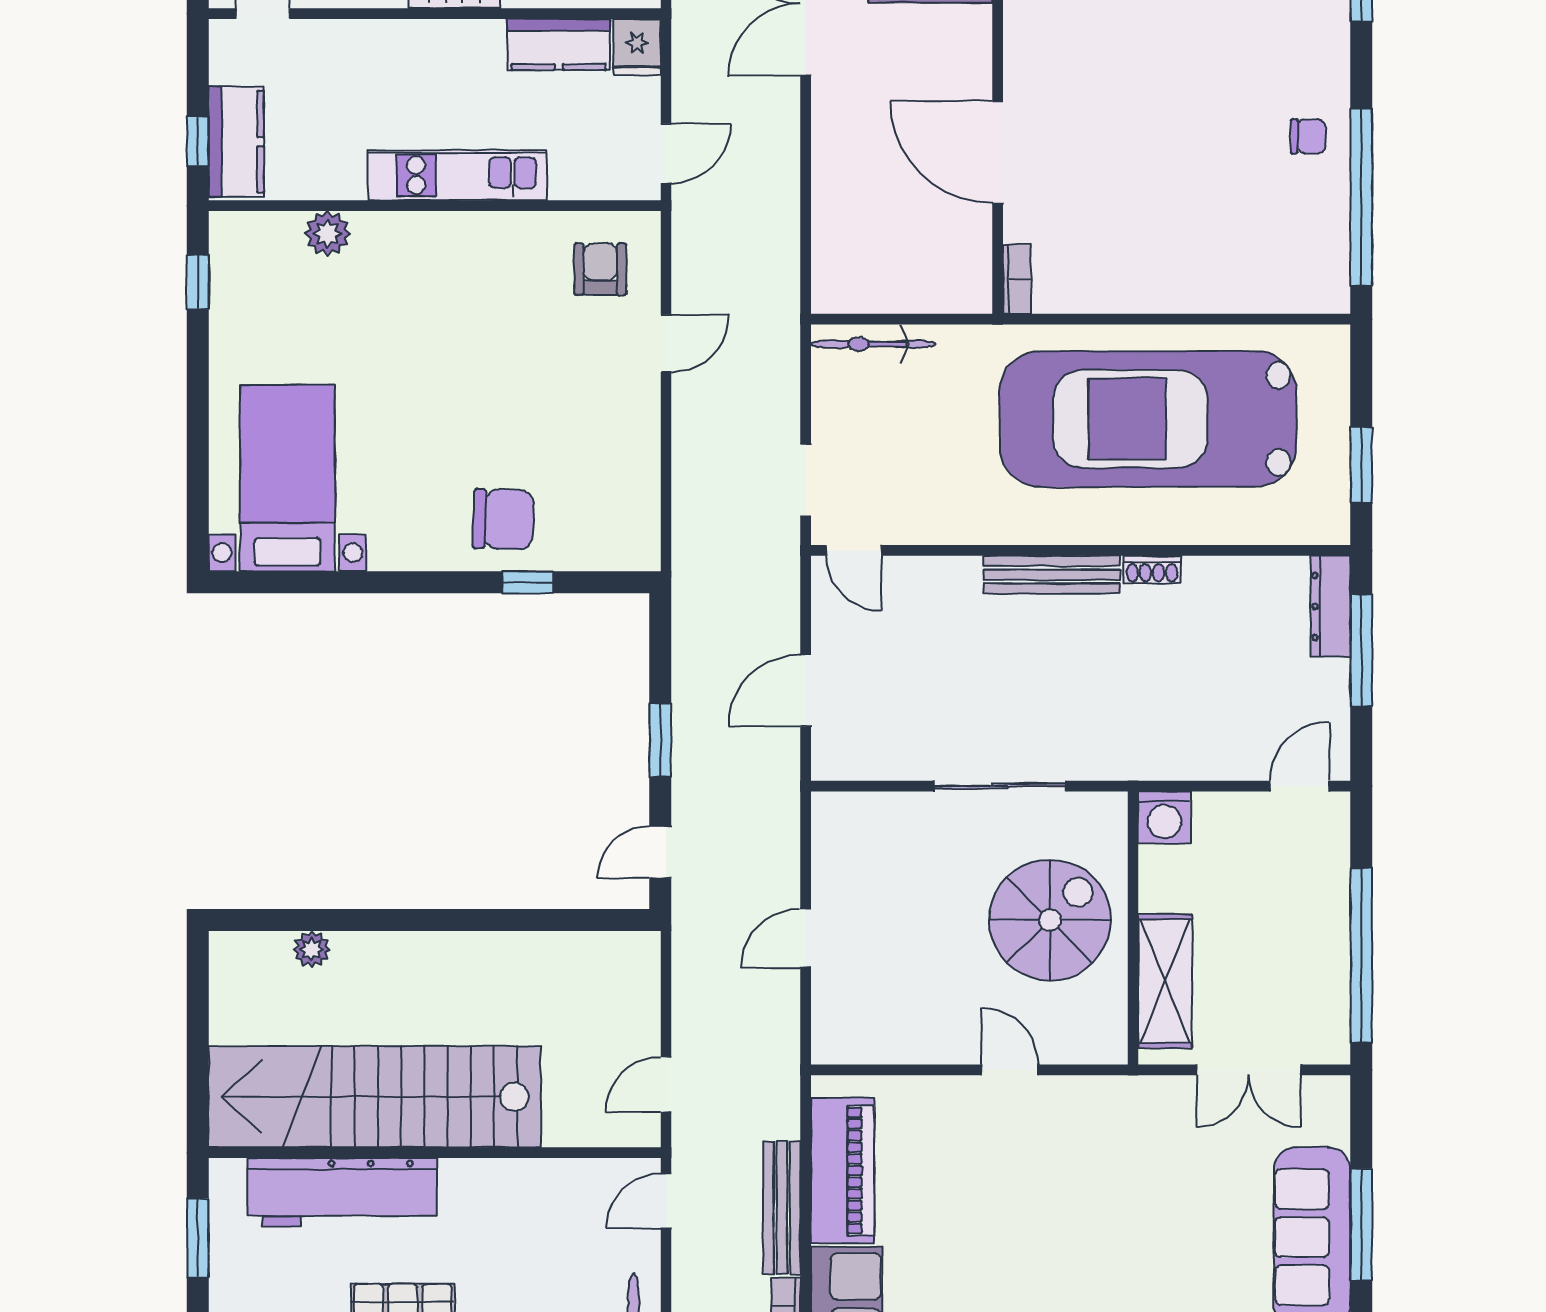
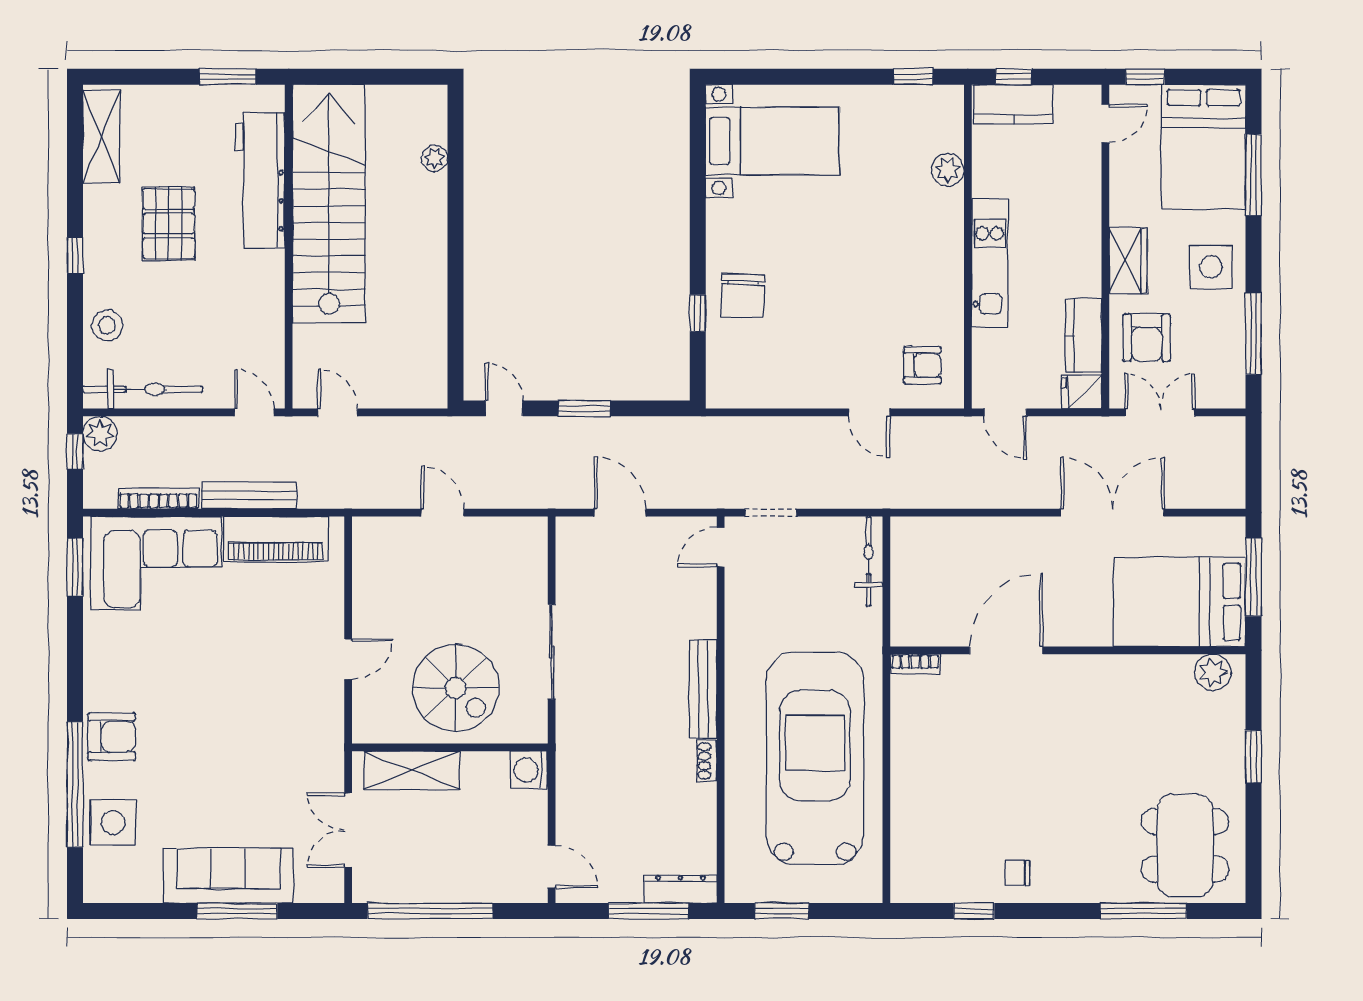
chair: (1308, 136) -> (1017, 873), turned 90
window: (1361, 197) -> (974, 911), width x0.32

